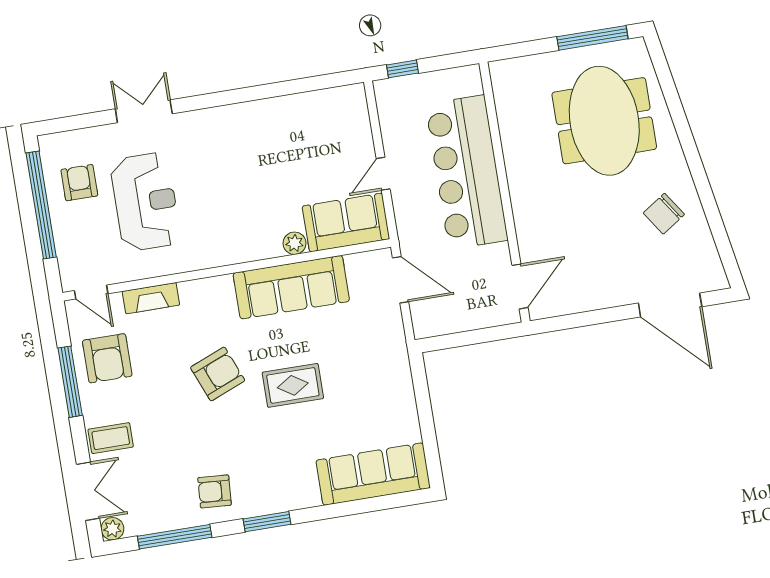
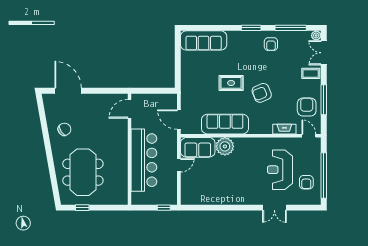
window: (592, 38) -> (82, 208), width x0.46
plant: (295, 243) -> (225, 146), width x1.87, depth x1.87
armchair: (215, 491) -> (271, 44), turned 86

